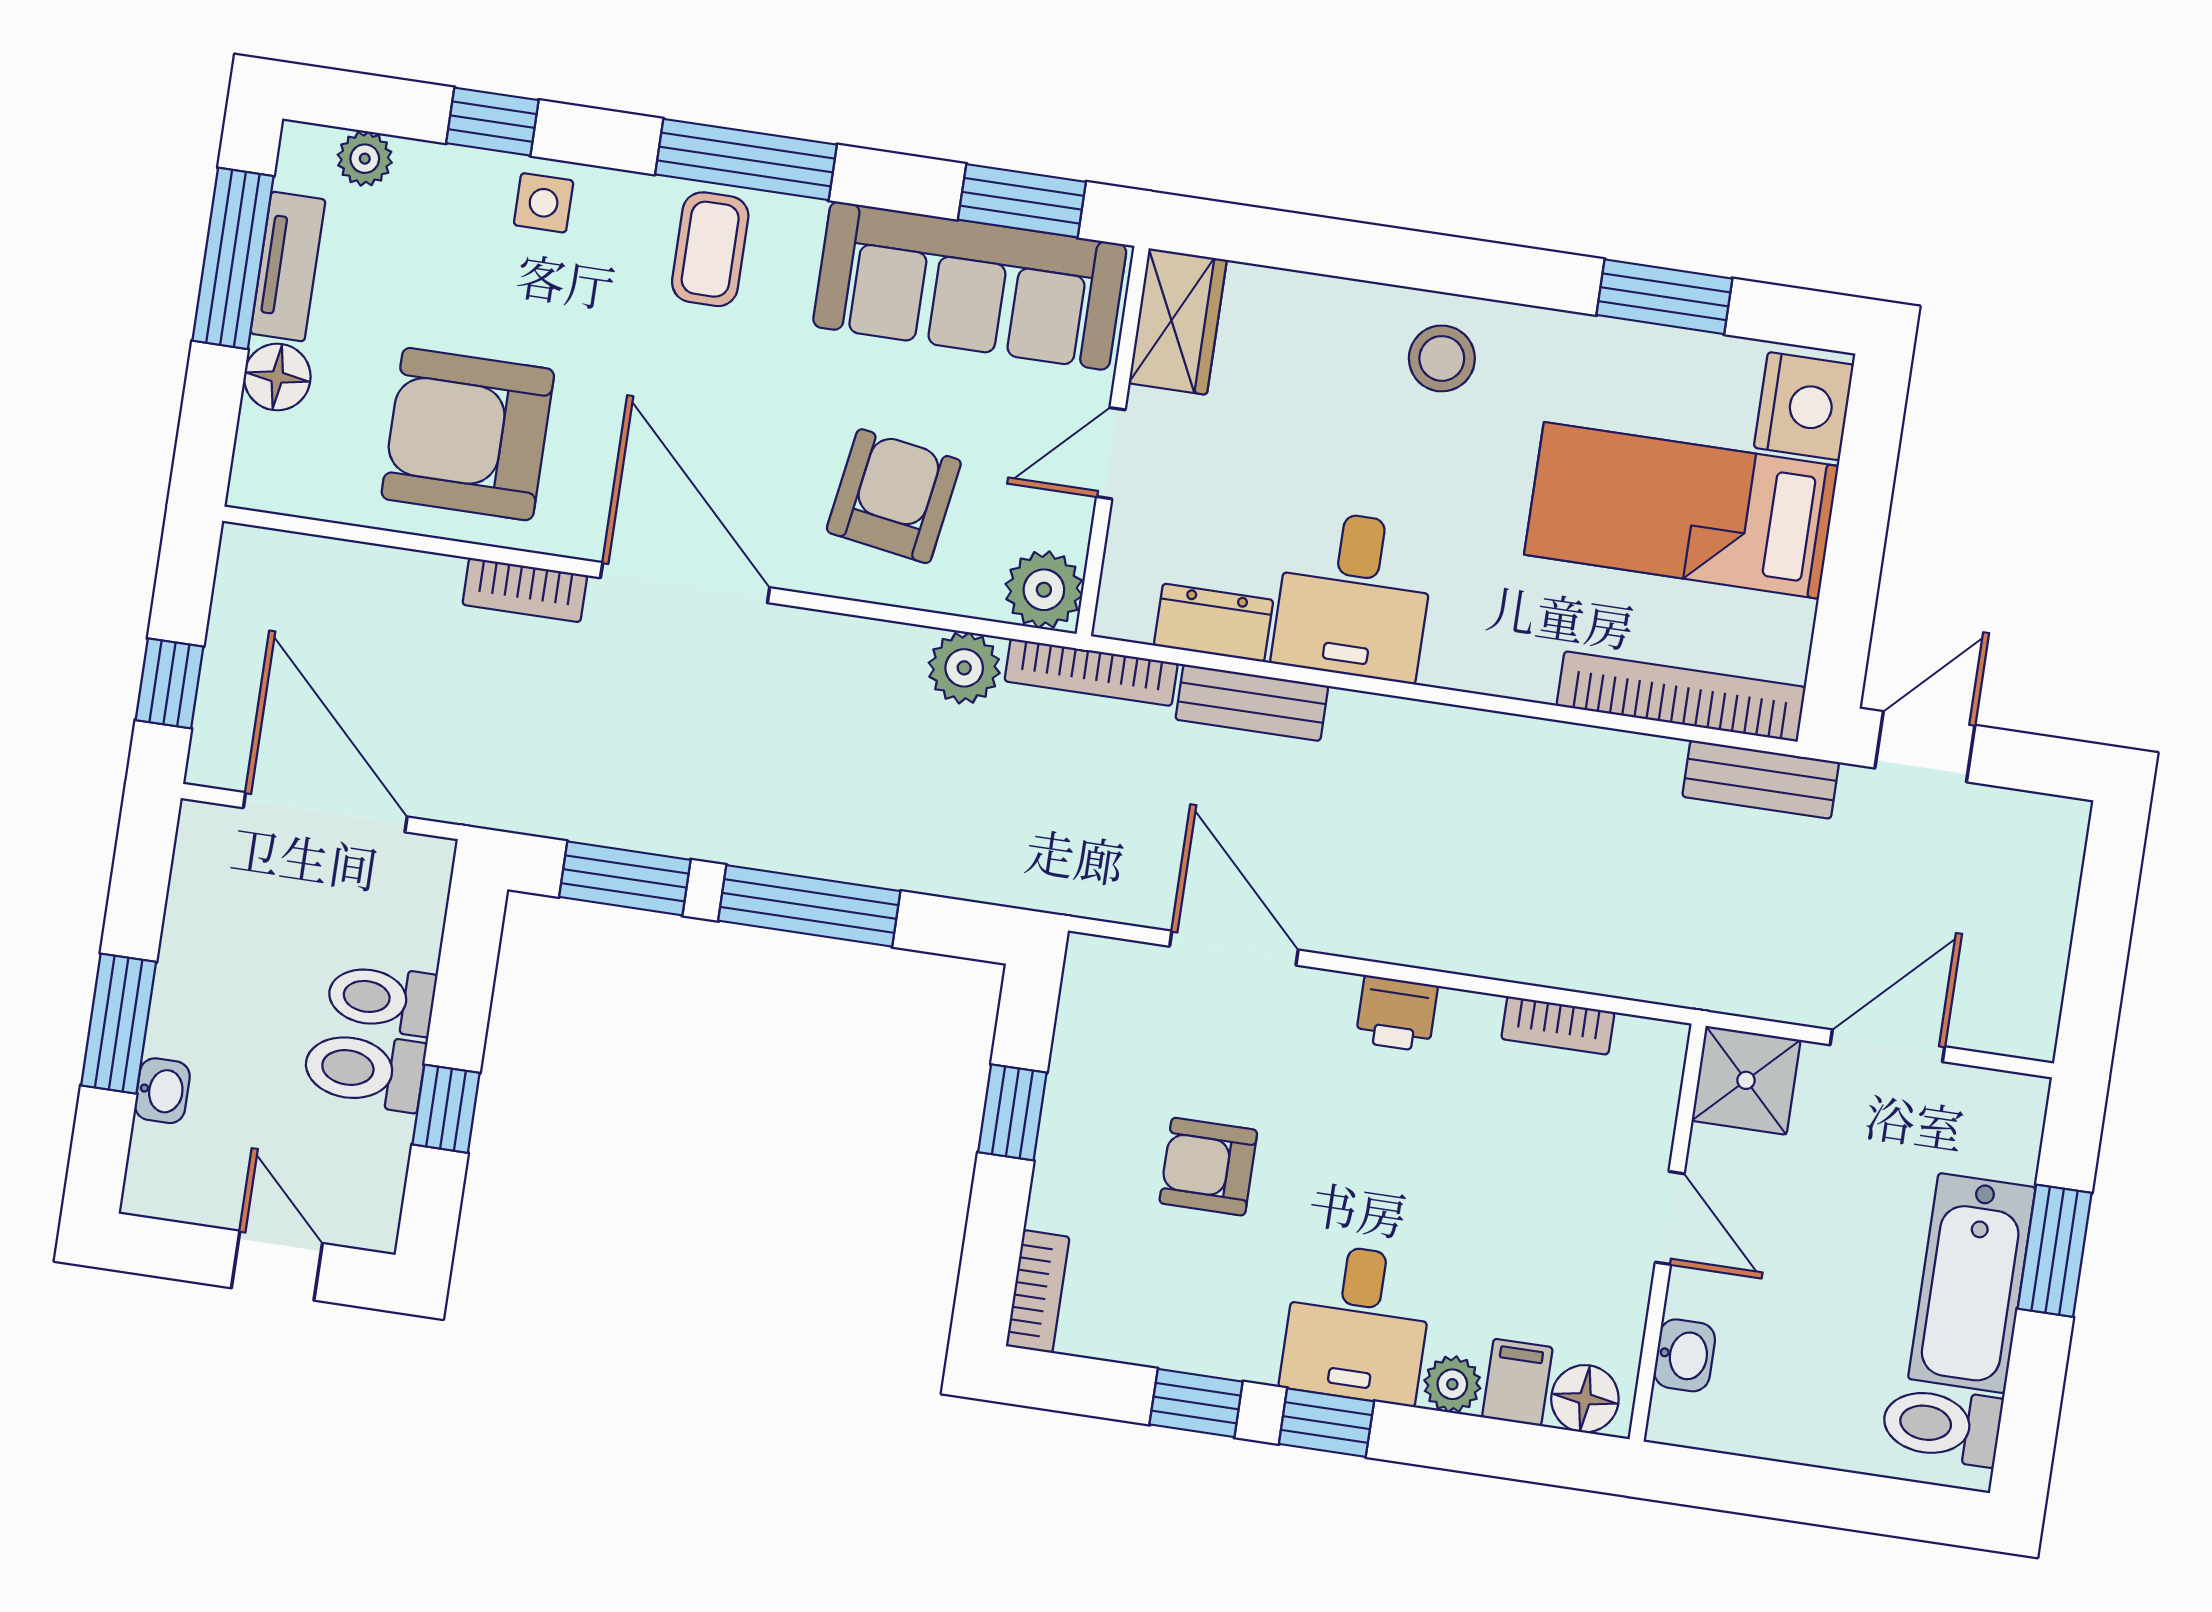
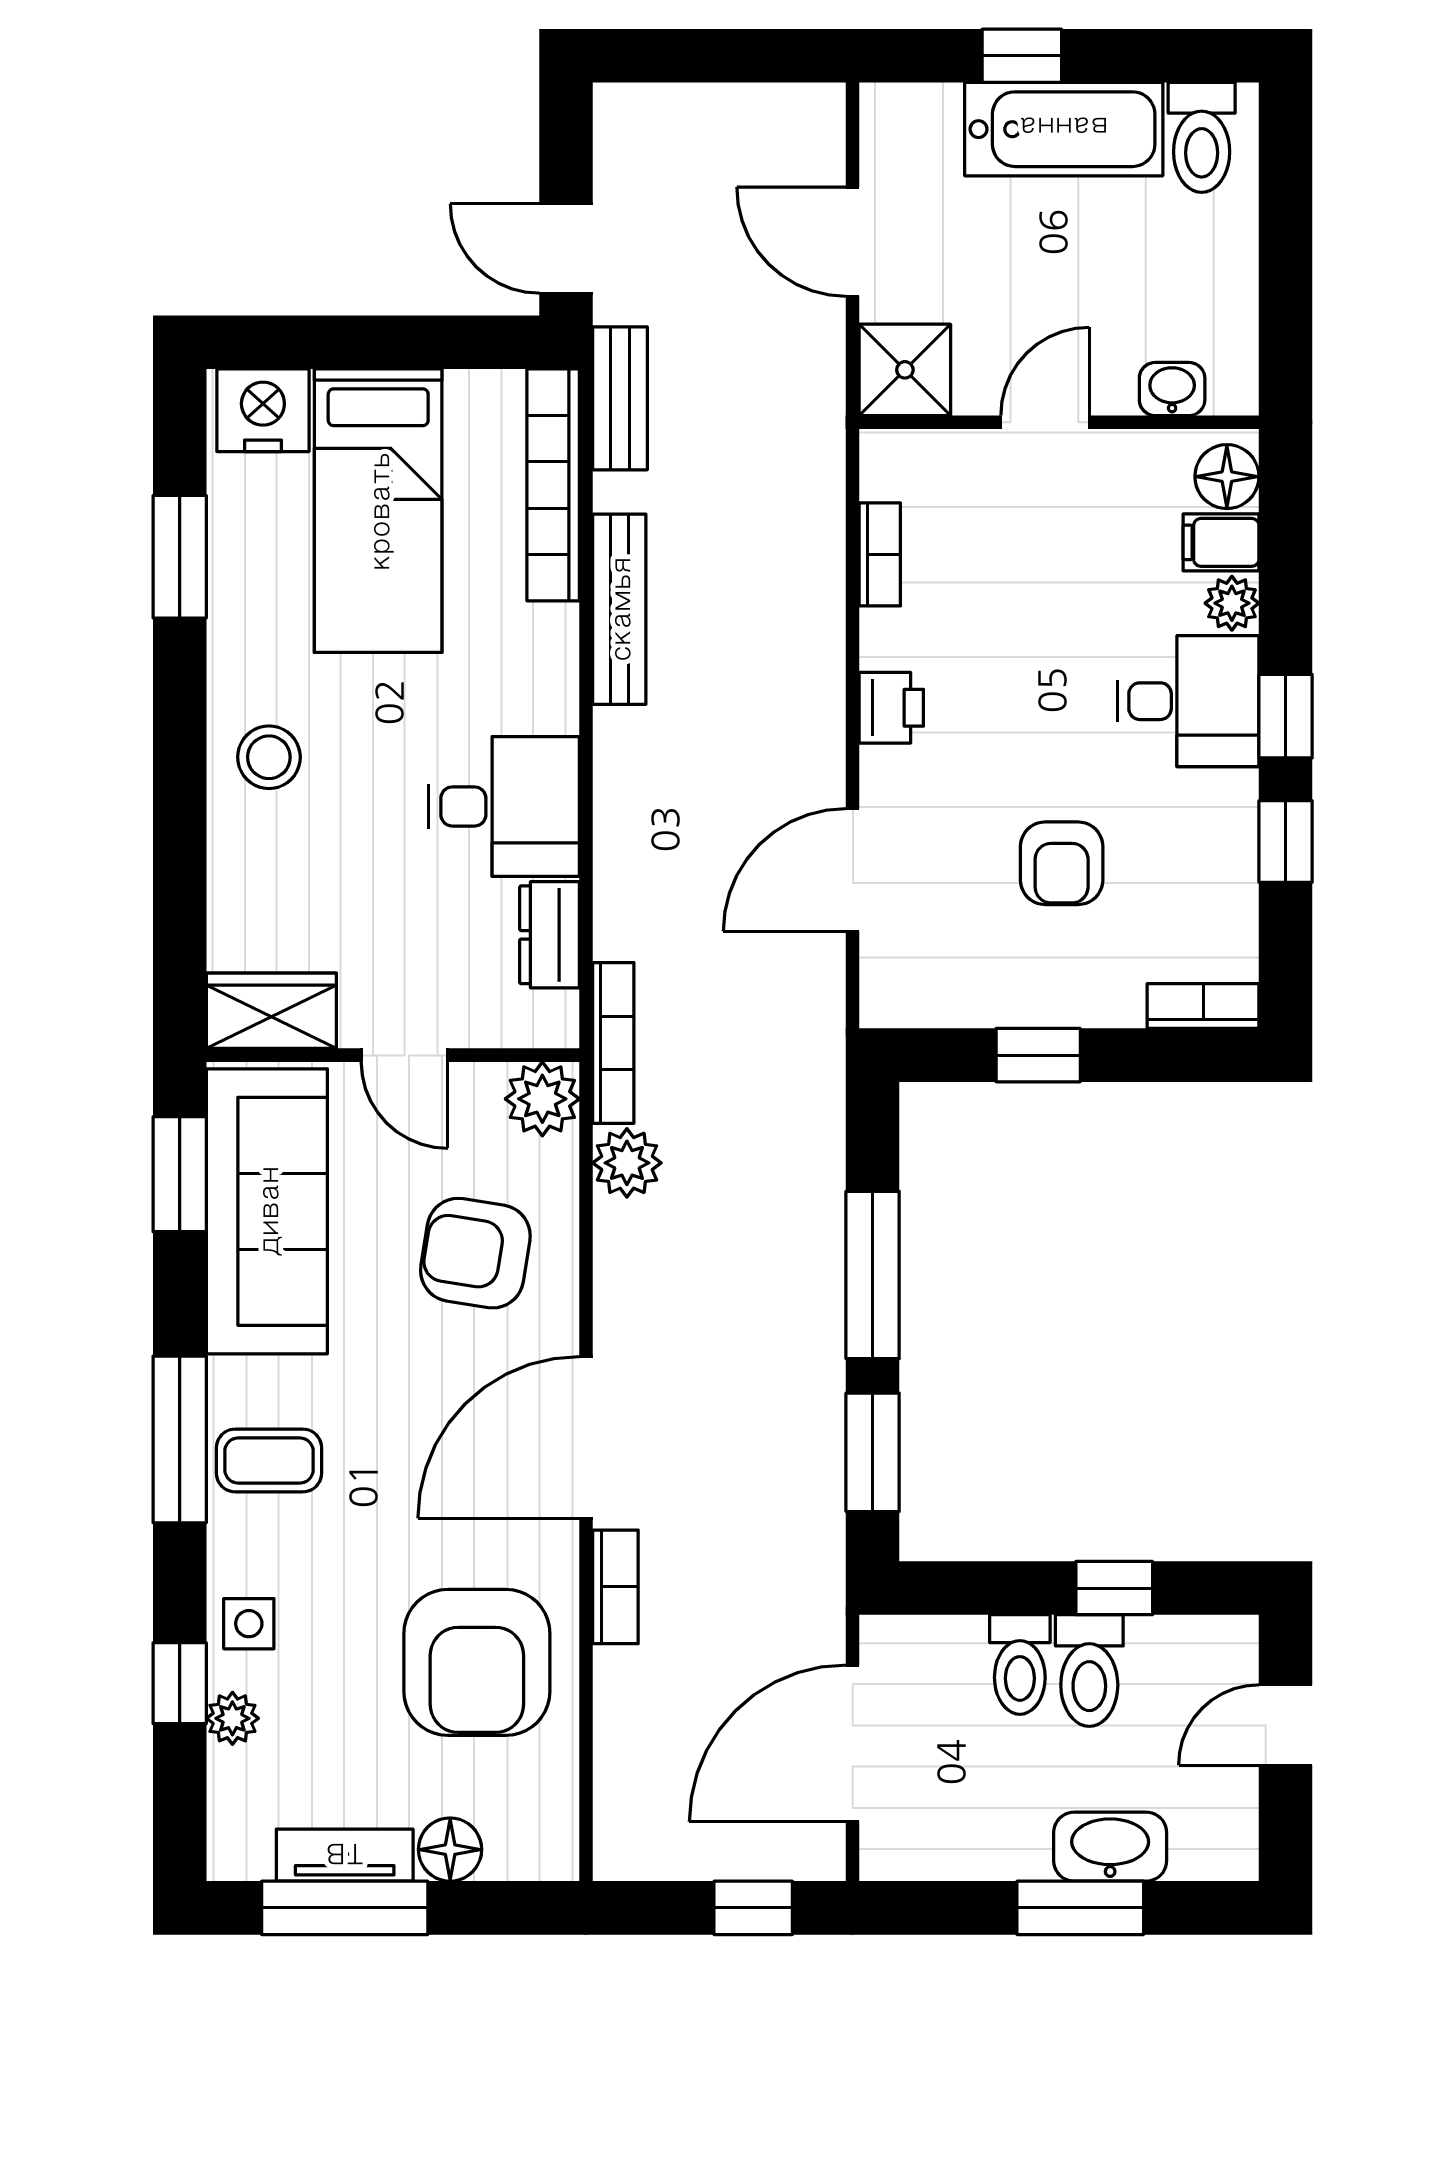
plant: (365, 159) -> (232, 1718), moved
bench: (1252, 703) -> (619, 609), moved, width x1.36
washbasin: (162, 1091) -> (1110, 1847), width x1.91, depth x1.45
window: (2055, 1251) -> (1022, 56), width x0.67

